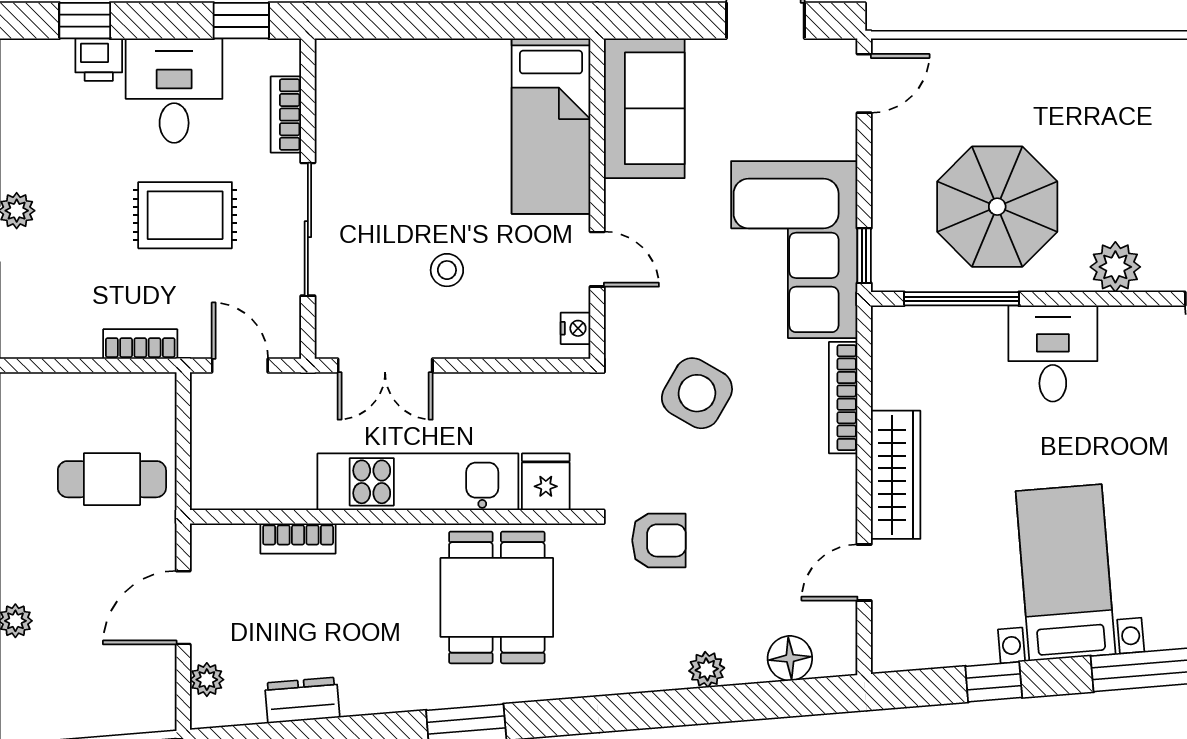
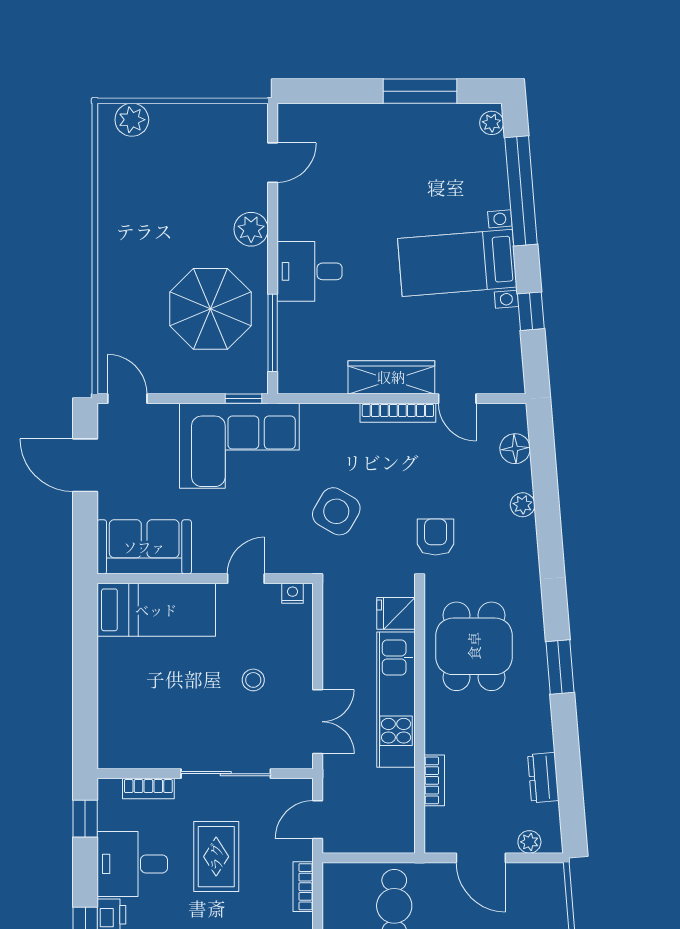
bookcase: (843, 398) -> (398, 413), moved
dining table: (497, 597) -> (474, 646), turned 90

